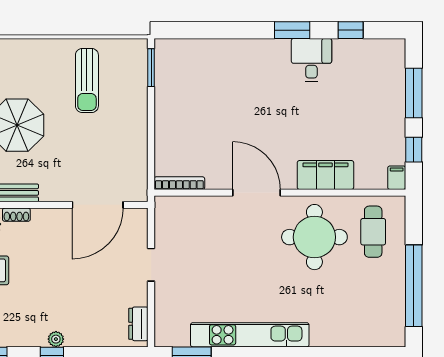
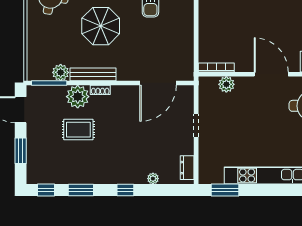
plant: (194, 207) -> (226, 84), added
plant: (56, 339) -> (153, 179), moved

